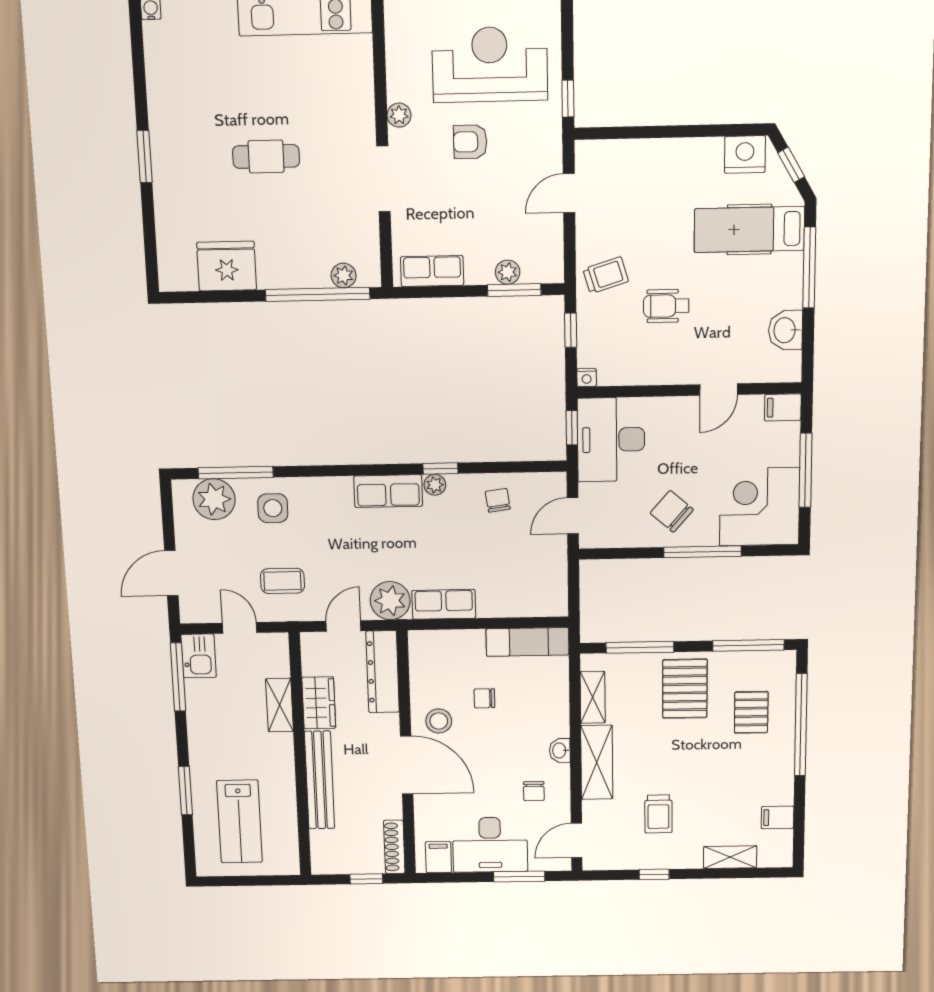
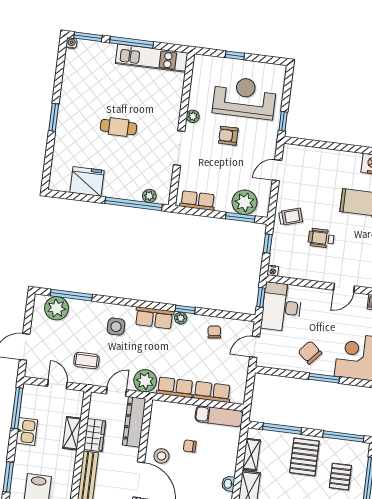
plant: (508, 272) -> (245, 202), width x1.87, depth x1.87
side table: (273, 508) -> (116, 327), moved
window: (702, 552) -> (324, 378), width x0.69
row of seats: (510, 603) -> (212, 392), added
kitchen sink: (199, 656) -> (27, 431), moved

